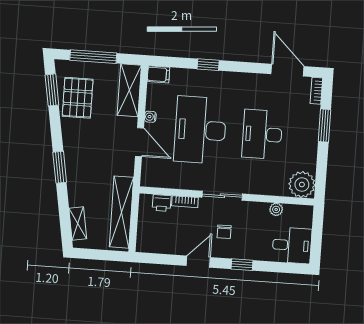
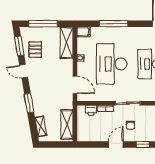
window: (208, 65) -> (114, 24), width x2.17
pallet: (78, 98) -> (35, 49), width x0.67, depth x0.71
door: (56, 132) -> (24, 71), added
door: (140, 142) -> (75, 85), moved
window: (60, 167) -> (29, 103), moved
shelving: (121, 212) -> (67, 124), width x0.68

